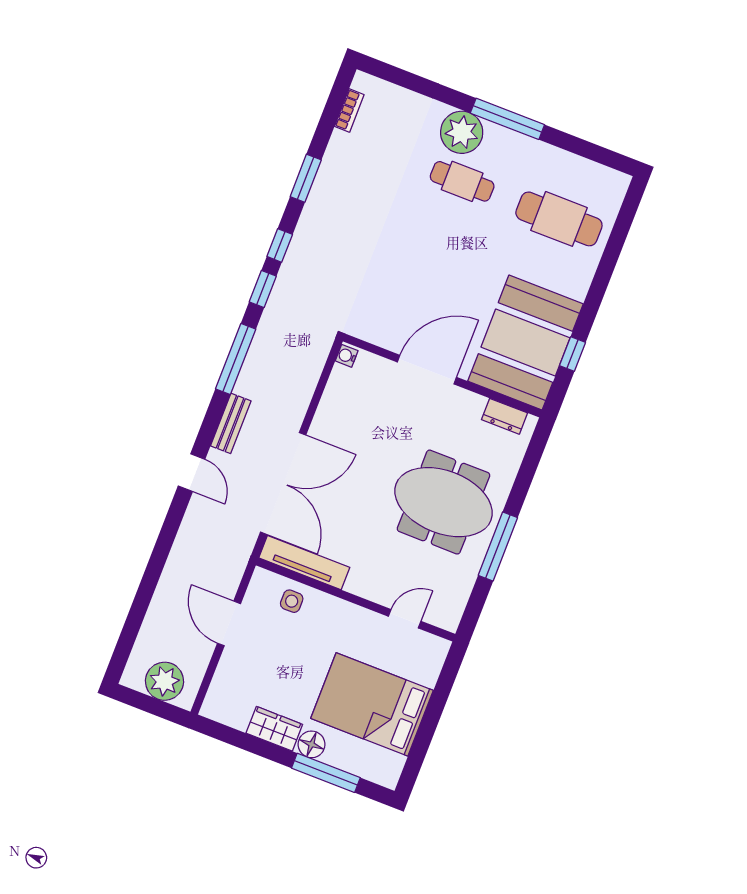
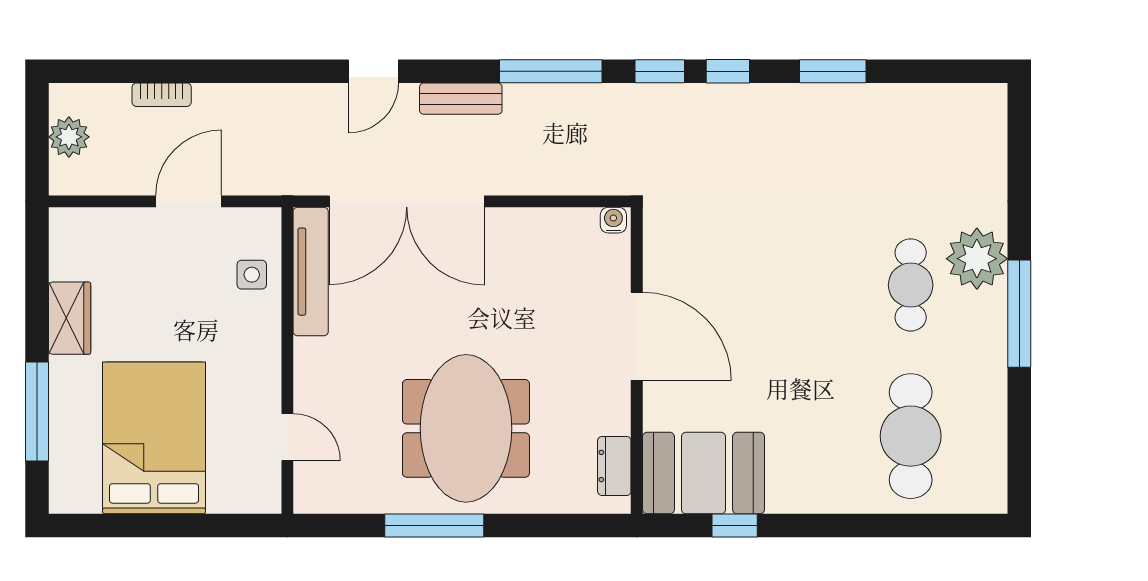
bookcase: (349, 110) -> (162, 95), moved
booth: (526, 343) -> (703, 473), width x0.73, depth x0.70
plant: (165, 681) -> (69, 137), width x0.73, depth x0.73
floor lamp: (312, 744) -> (68, 377), removed

